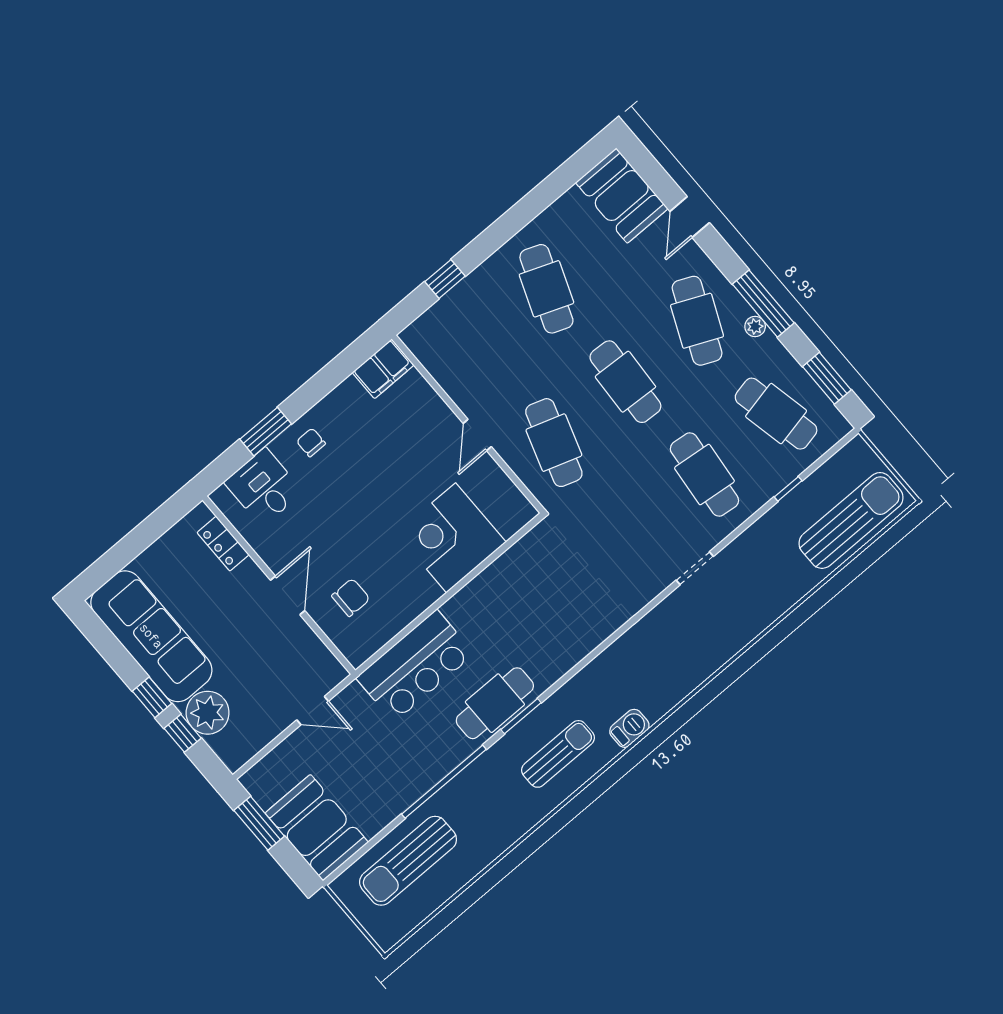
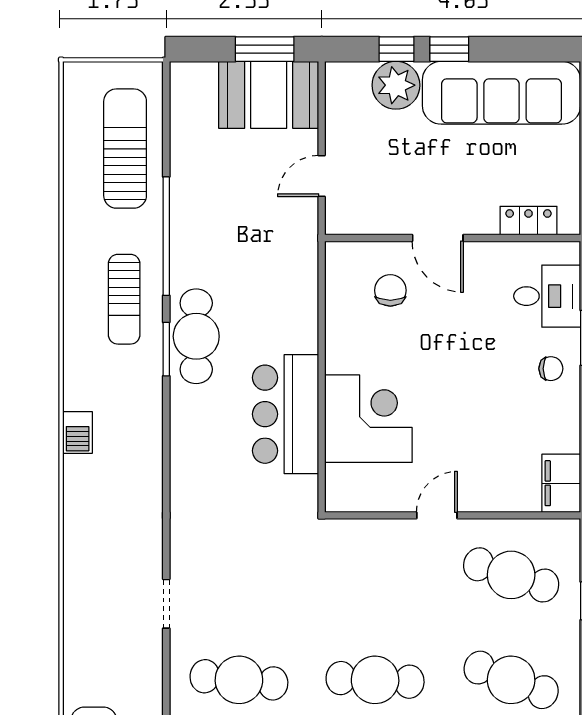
door: (477, 435) -> (437, 515), hinge flipped
cafe table: (554, 443) -> (511, 575), moved
chair: (351, 597) -> (390, 290), turned 180
bar counter: (415, 666) -> (286, 414), moved
sun lounger: (558, 754) -> (124, 299), moved
booth: (317, 828) -> (269, 95), moved

